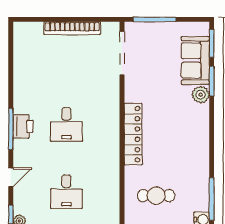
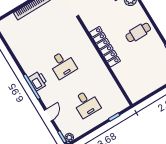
cafe table: (156, 196) -> (138, 32), moved

